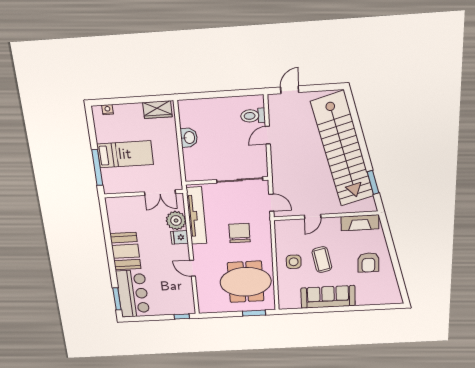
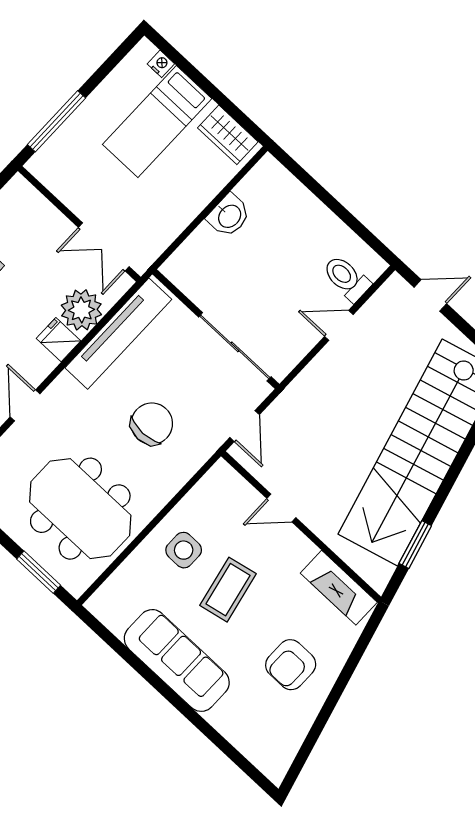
bed: (125, 154) -> (157, 121), moved, turned 90

